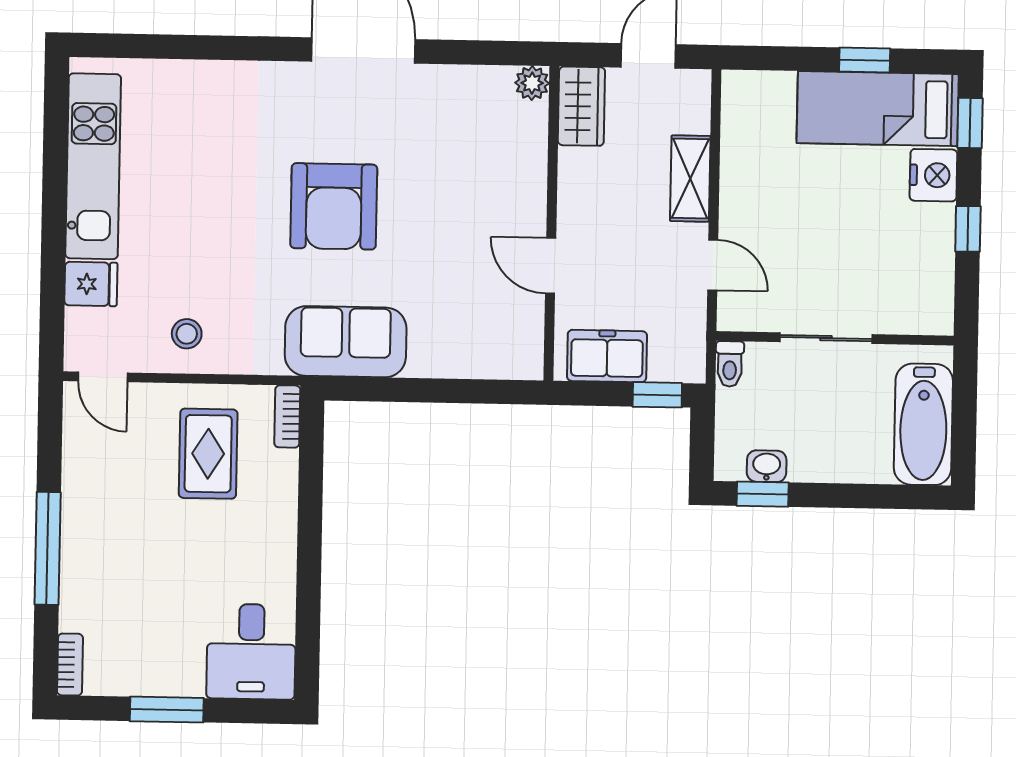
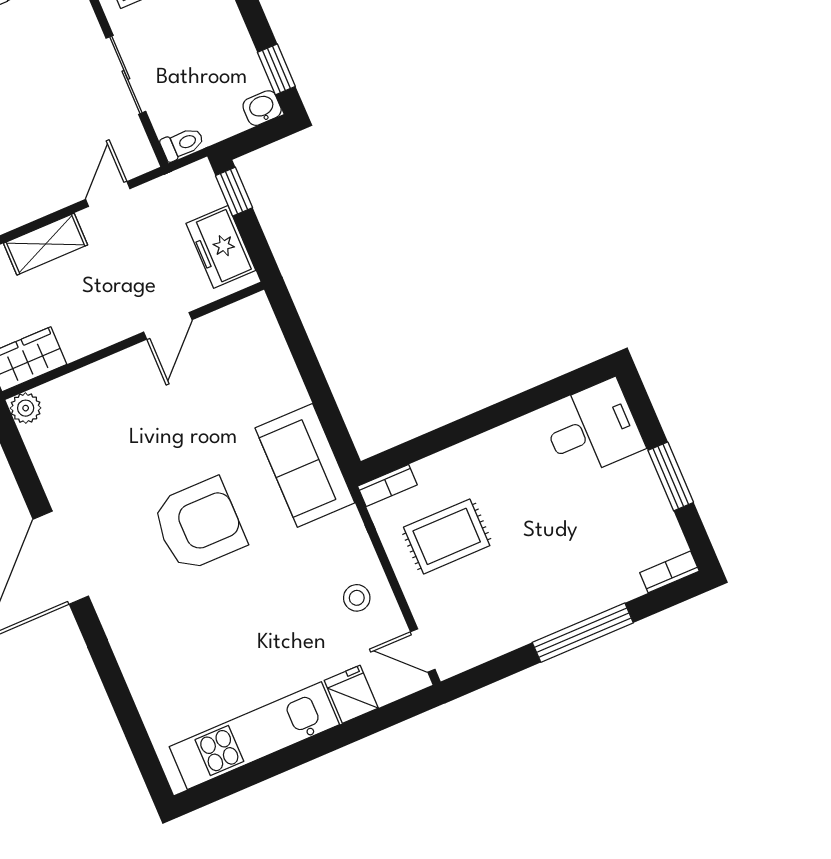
door: (103, 377) -> (423, 651), swing flipped
washbasin: (767, 466) -> (262, 108), moved, turned 90

